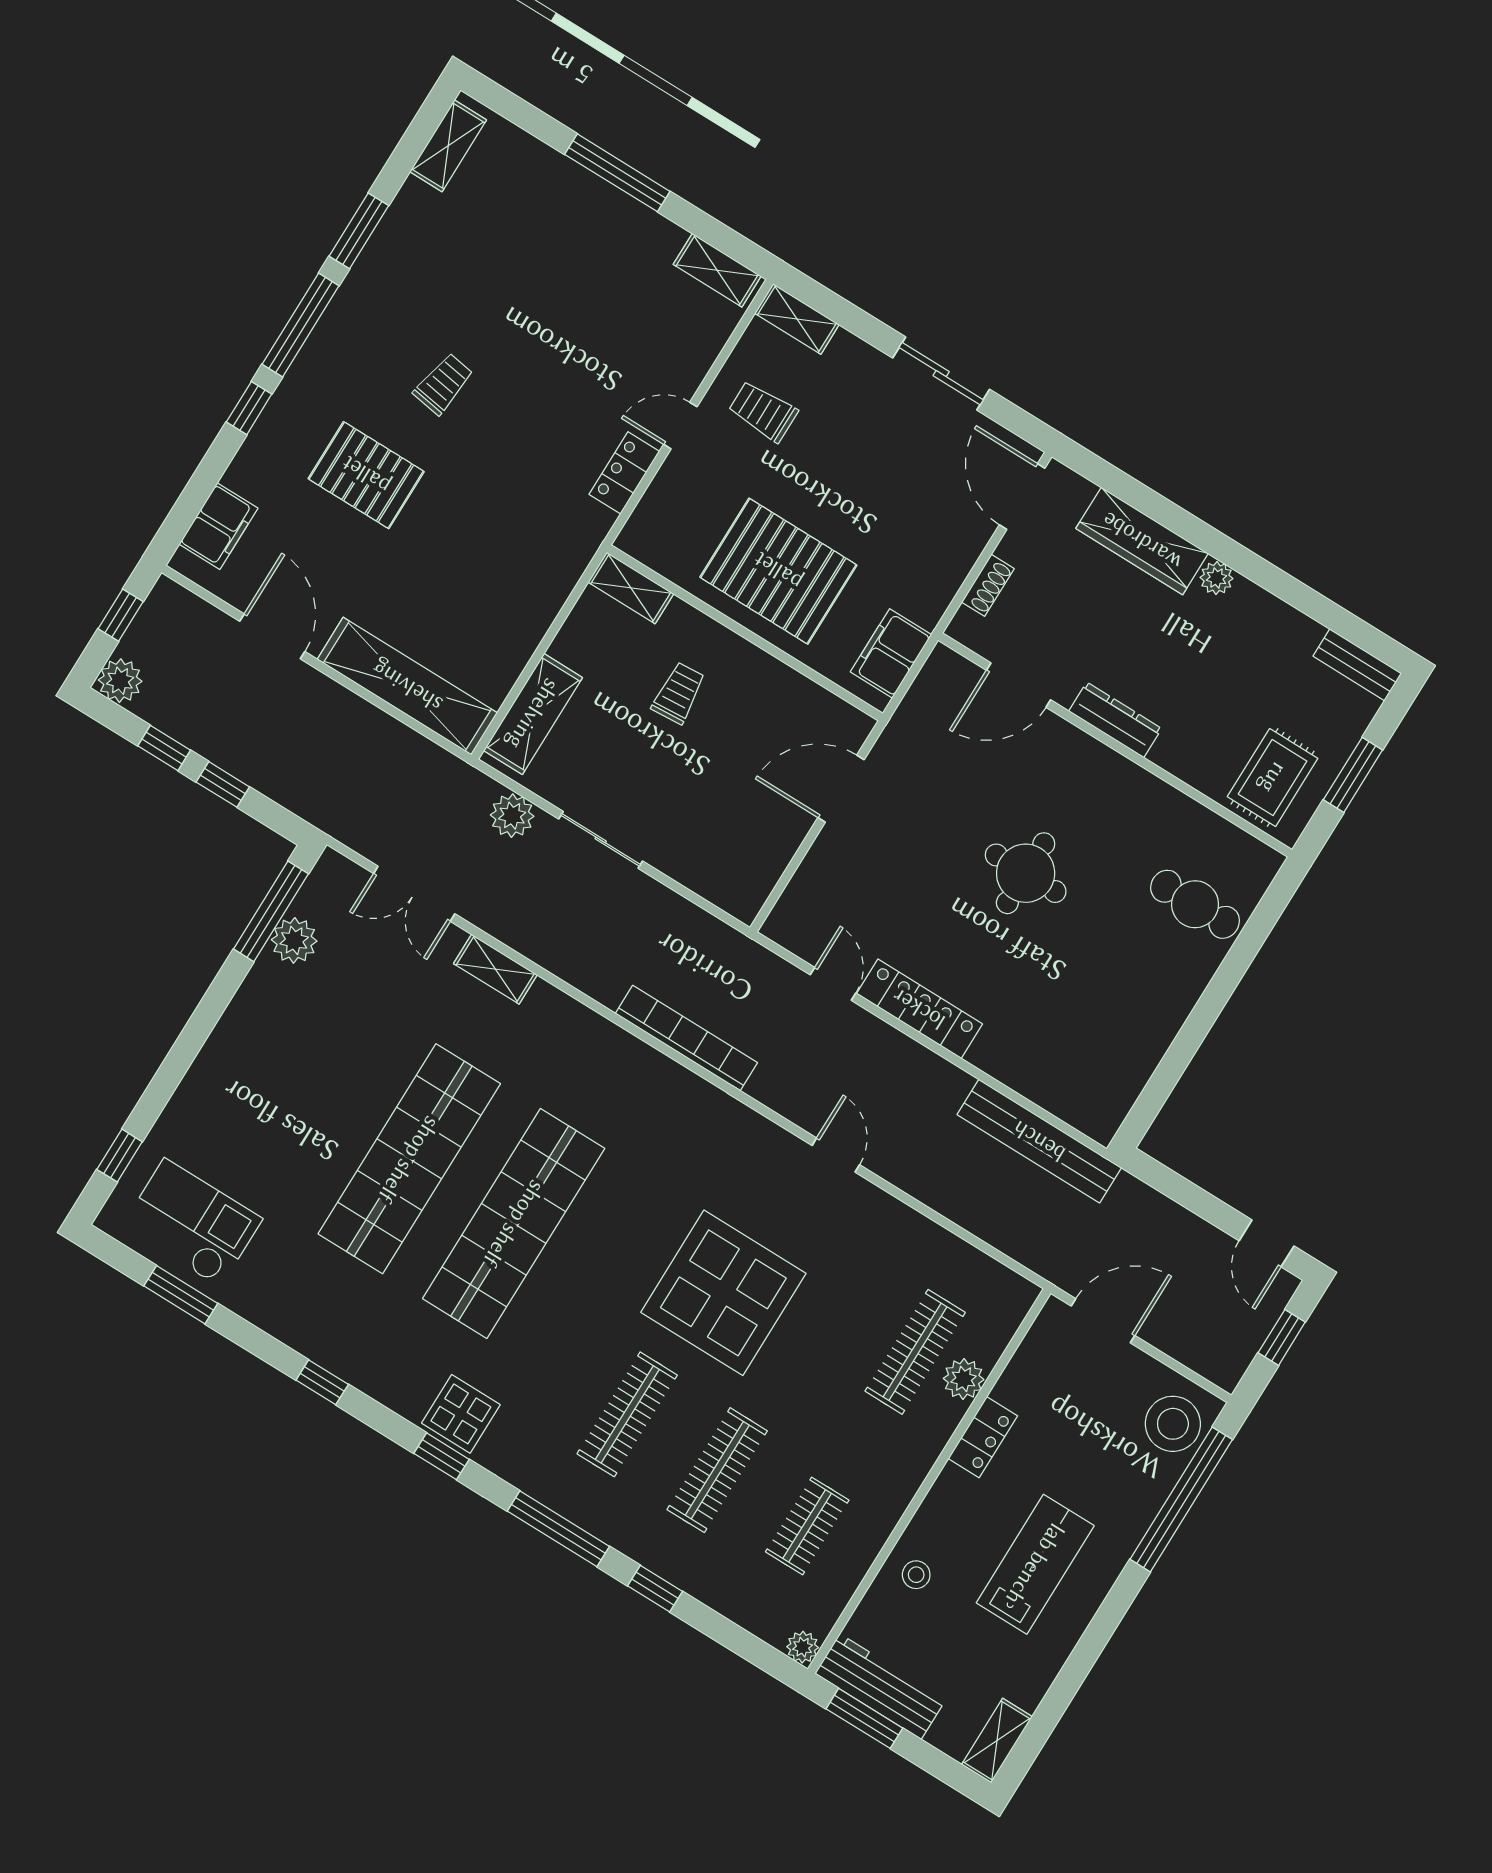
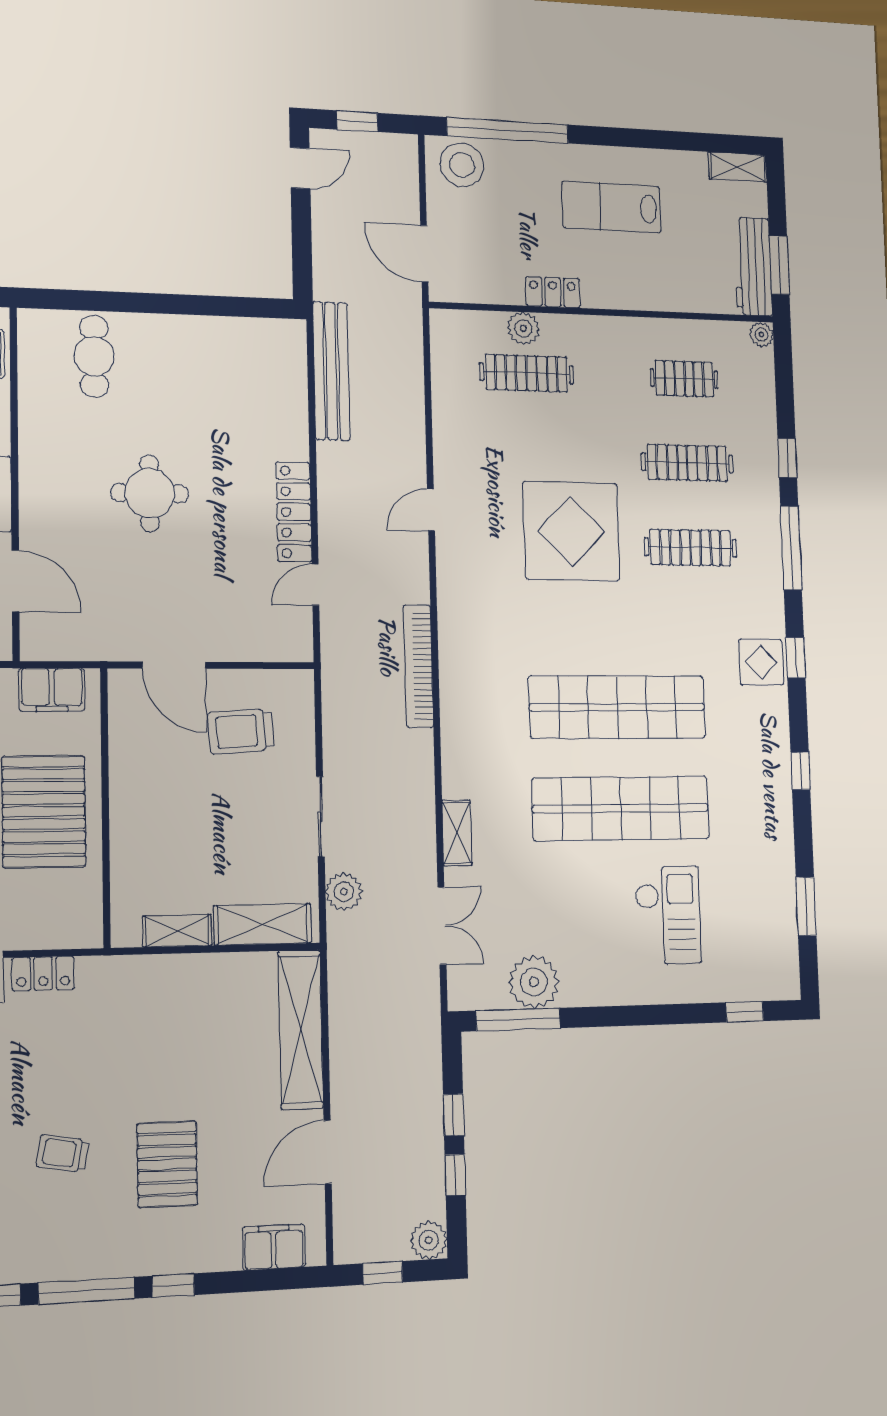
shelving: (631, 588) -> (177, 931), moved, turned 90
trolley: (679, 693) -> (241, 731), moved, width x1.36, depth x1.39
plant: (294, 940) -> (534, 982), width x1.36, depth x1.36
checkout: (192, 1223) -> (668, 915), moved, turned 180
stool: (916, 1575) -> (669, 285), removed

